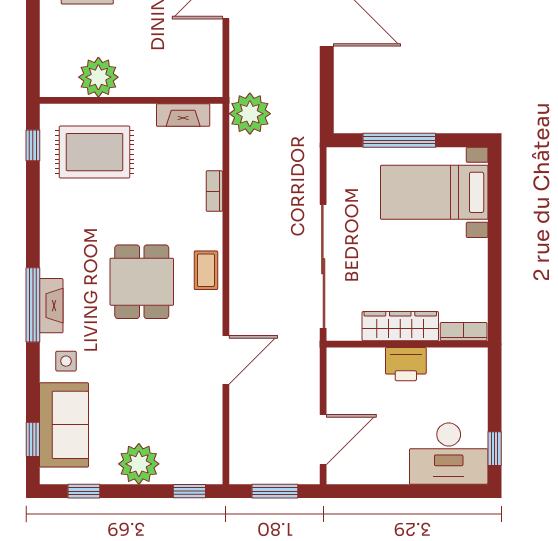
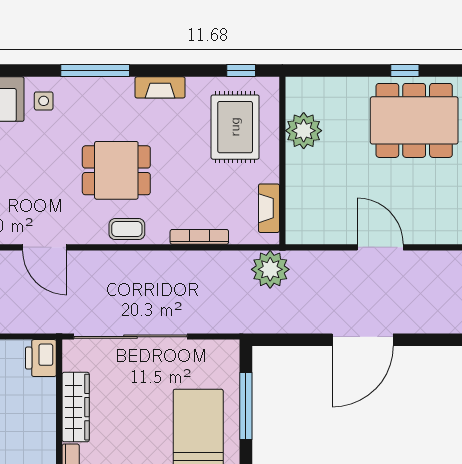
bookcase: (214, 191) -> (199, 237), width x1.56
fireplace: (51, 306) -> (160, 87), moved
printer: (406, 364) -> (41, 358), moved

